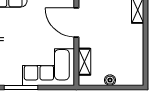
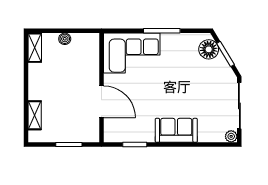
shelving: (84, 62) -> (35, 48), moved

